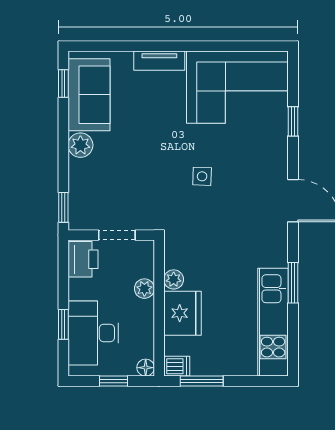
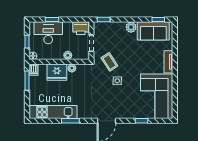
coffee table: (159, 194) -> (109, 62), added

